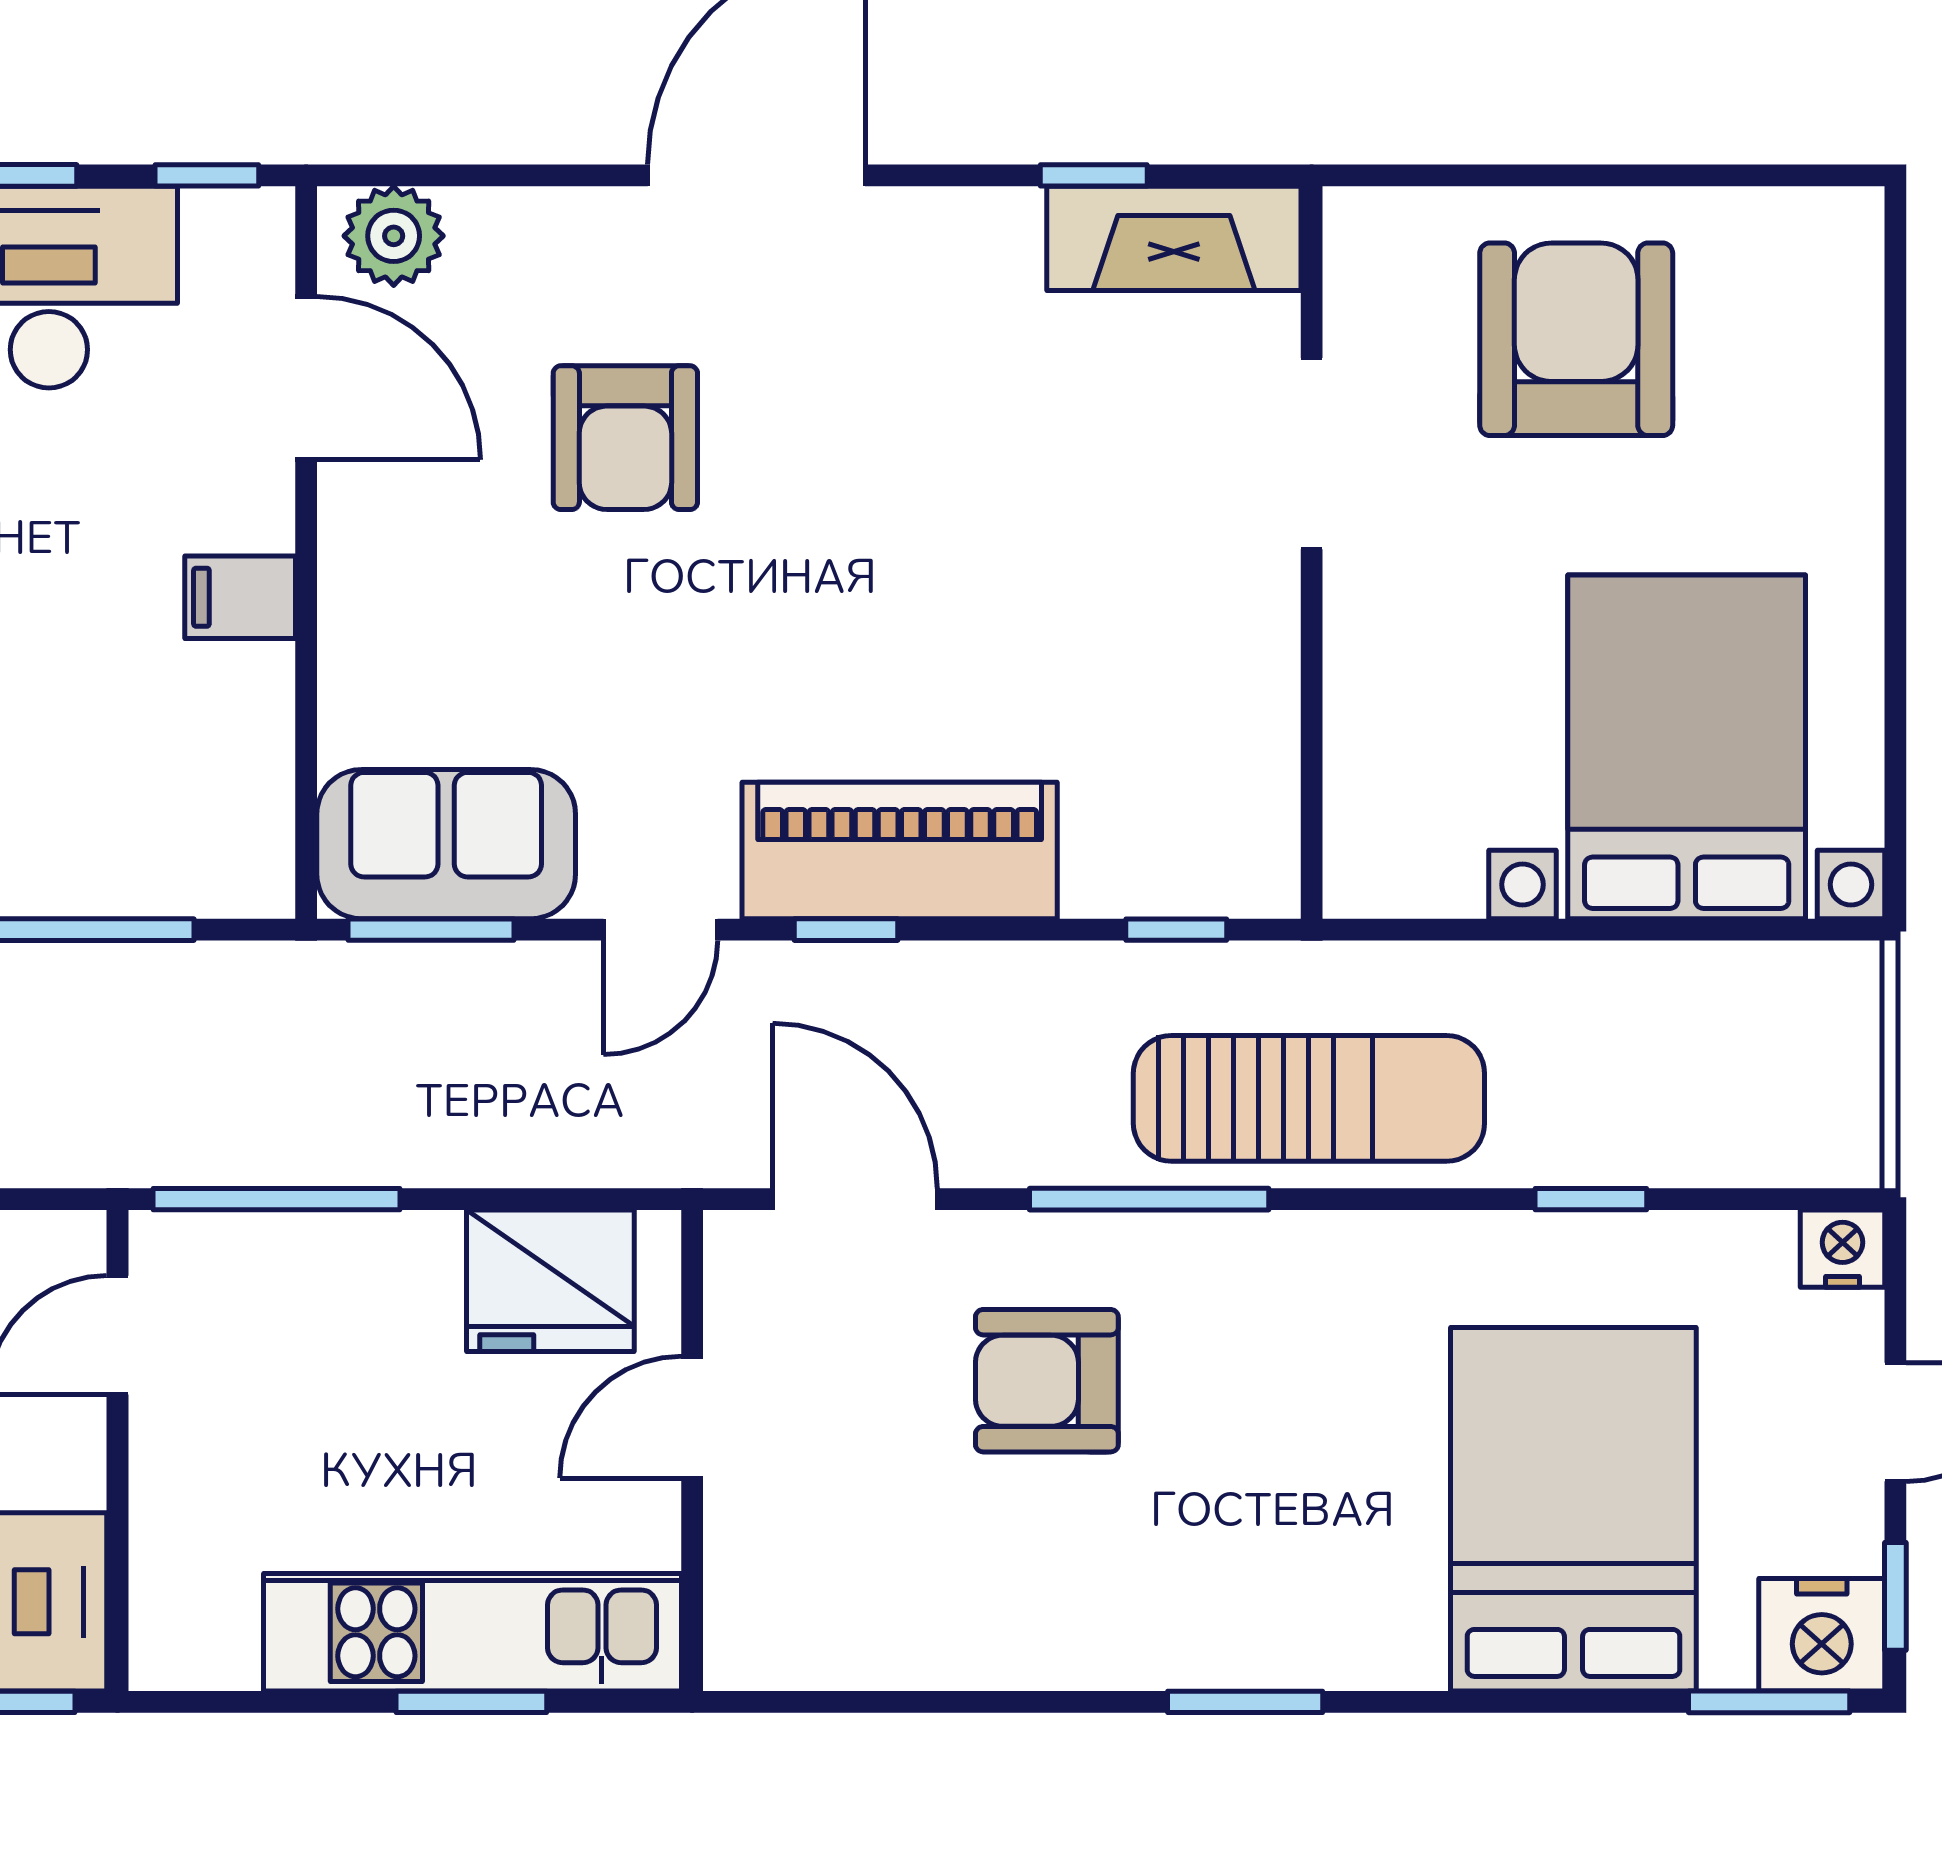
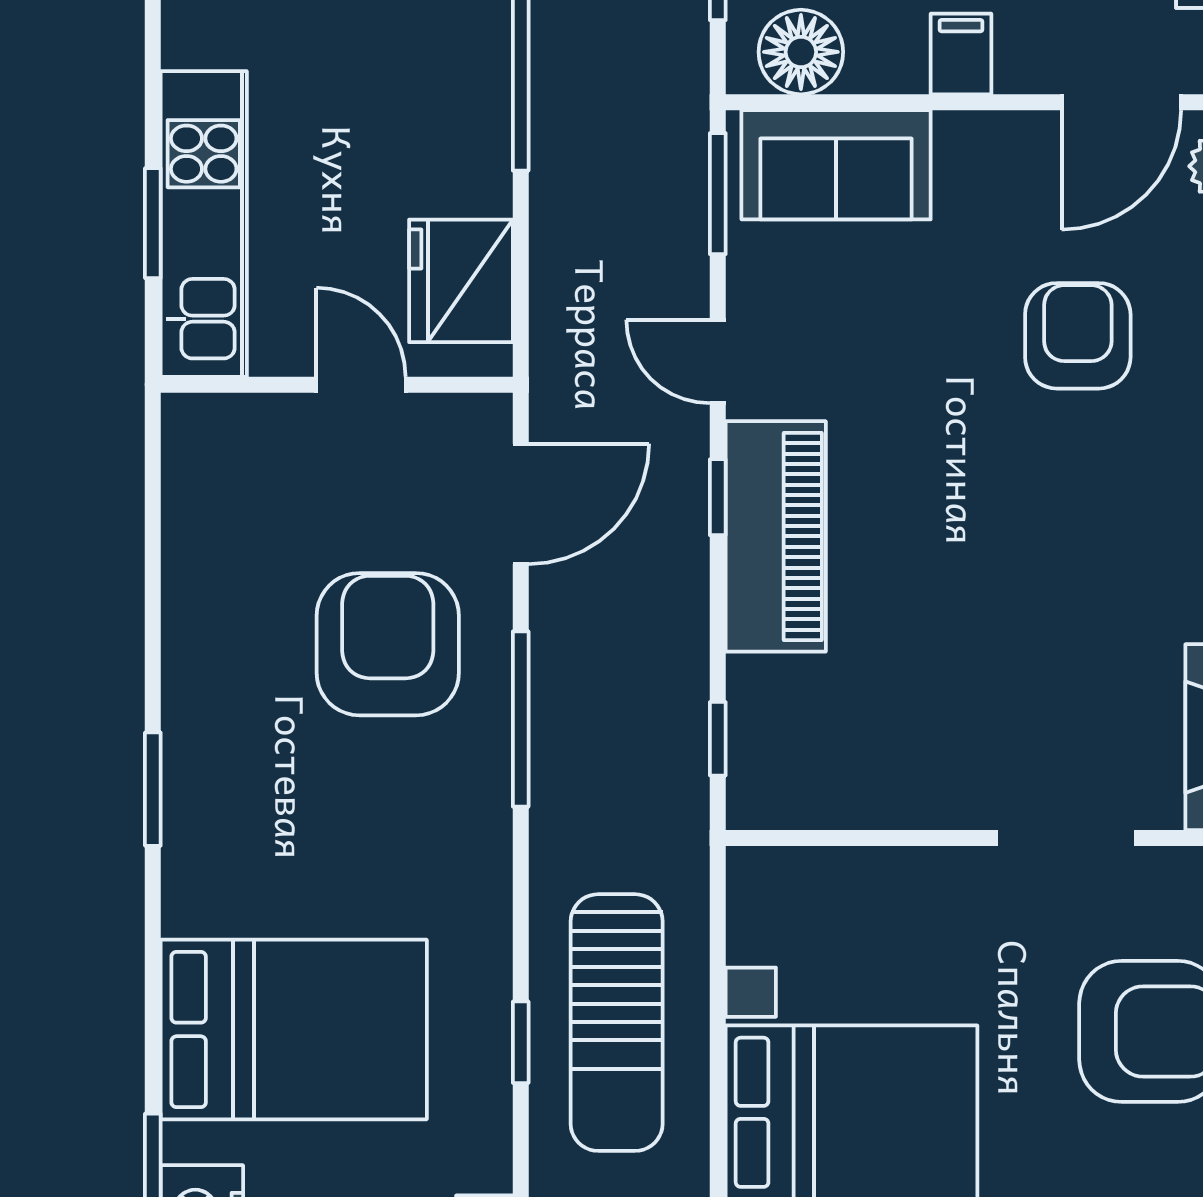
armchair: (625, 438) -> (1078, 336), turned 90
floor lamp: (238, 816) -> (801, 52), added
sofa: (446, 844) -> (836, 165), moved, turned 90
sun lounger: (1309, 1098) -> (617, 1023), moved
armchair: (1047, 1381) -> (388, 644), width x1.36, depth x1.36

